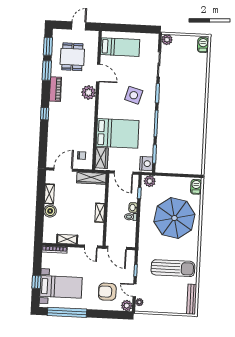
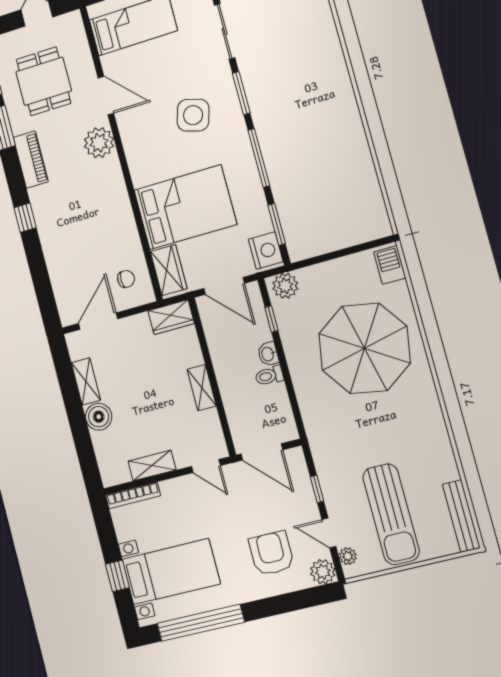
wardrobe: (91, 178) -> (171, 317), width x0.67
sun lounger: (173, 268) -> (391, 514), moved, turned 90
armchair: (107, 292) -> (271, 553), turned 90

